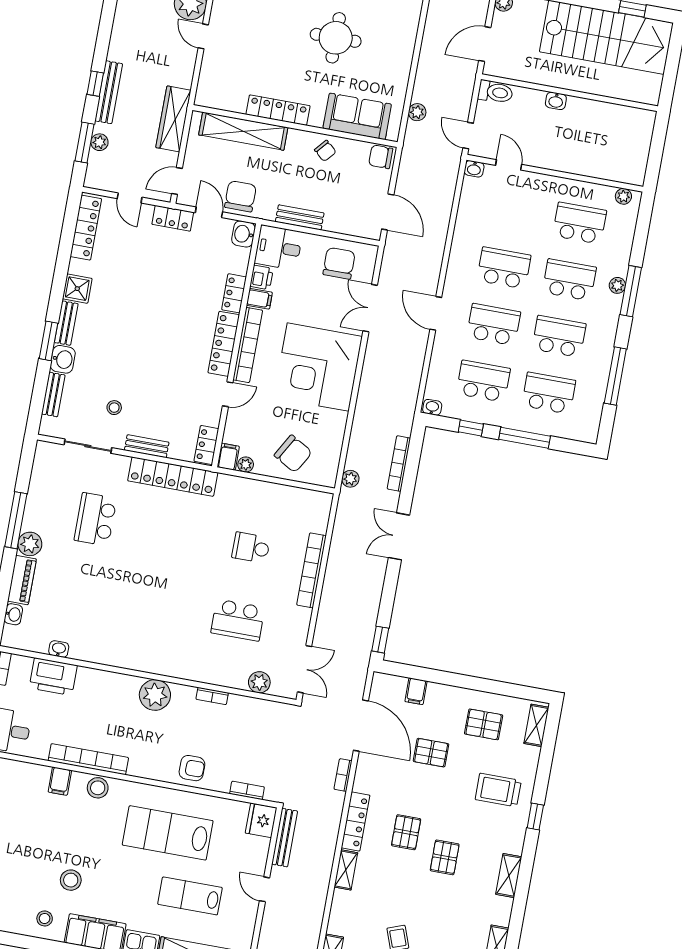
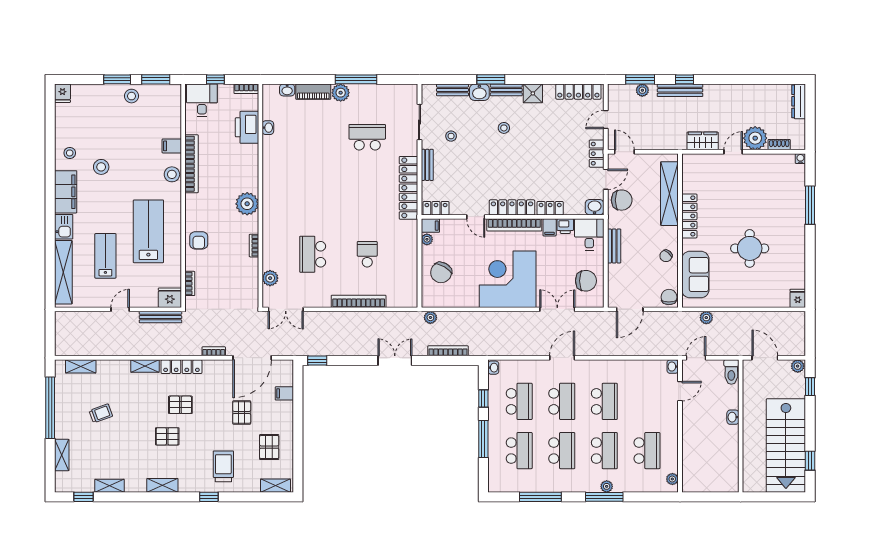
wardrobe: (173, 119) -> (703, 141), moved, width x0.67
stool: (116, 335) -> (504, 128), added

